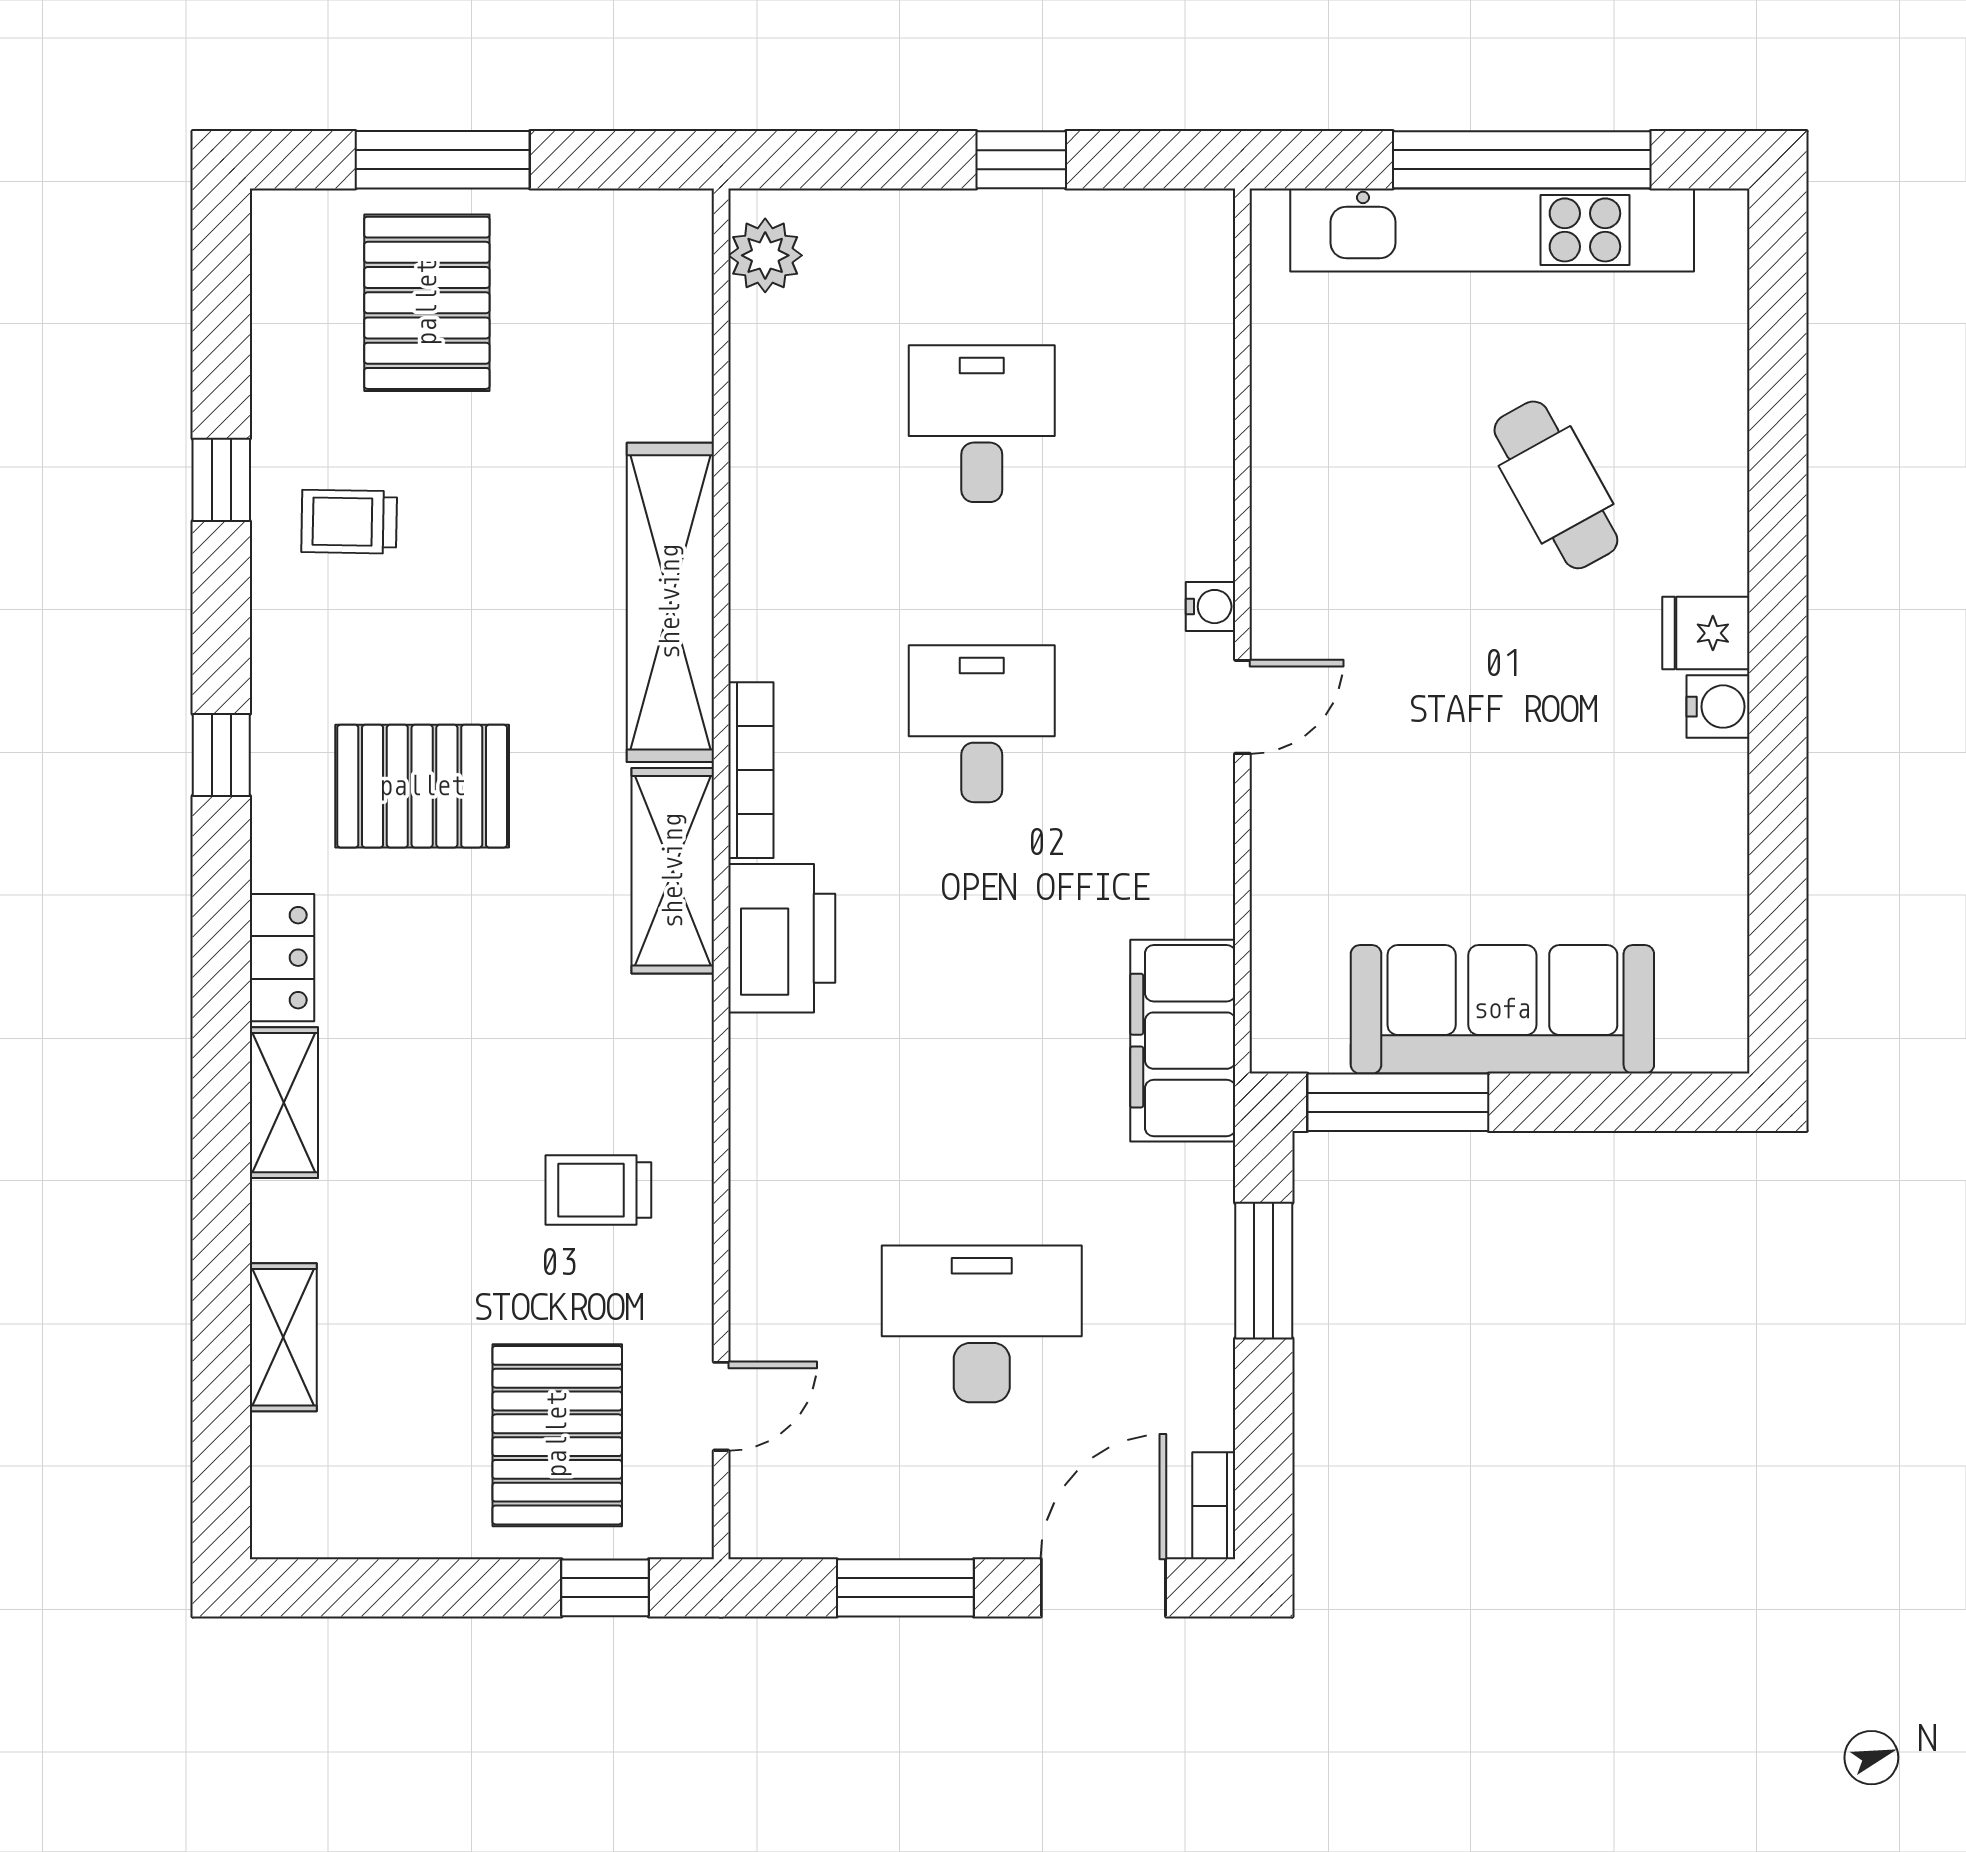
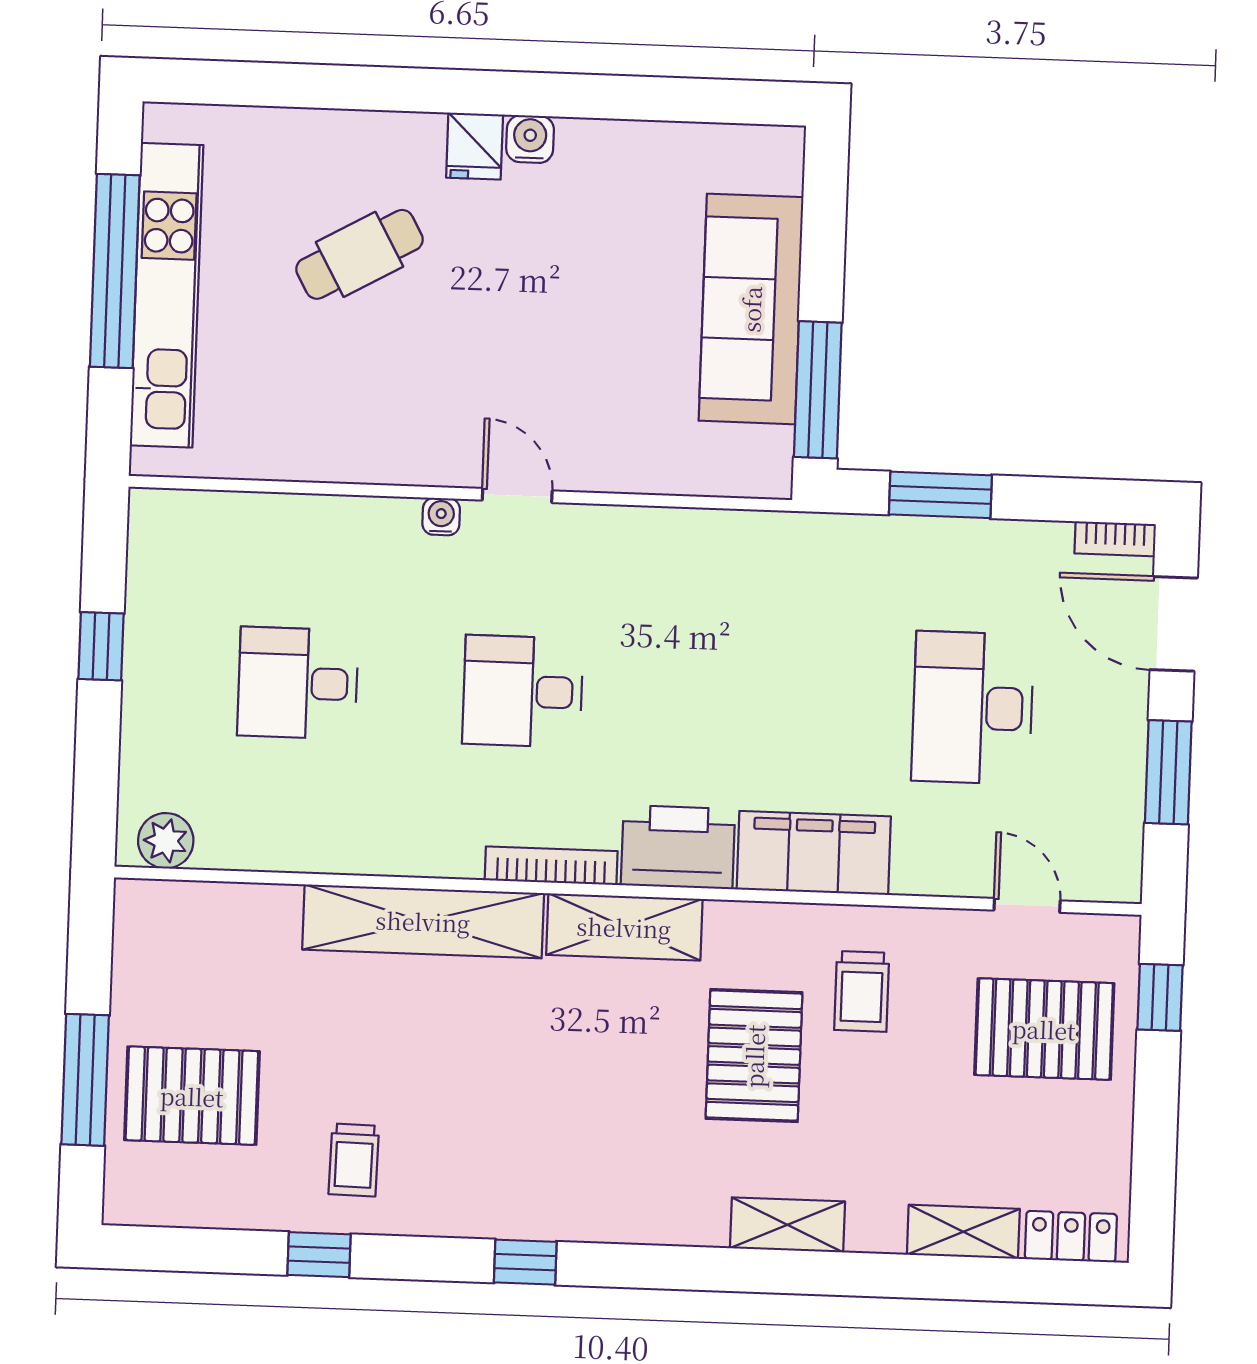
pallet: (422, 786) -> (754, 1056), moved
locker: (282, 958) -> (1071, 1237), moved
filing cabinet: (1183, 1041) -> (814, 853), moved, turned 180

